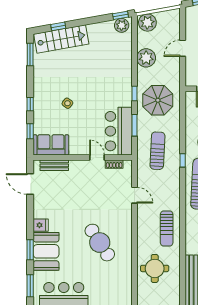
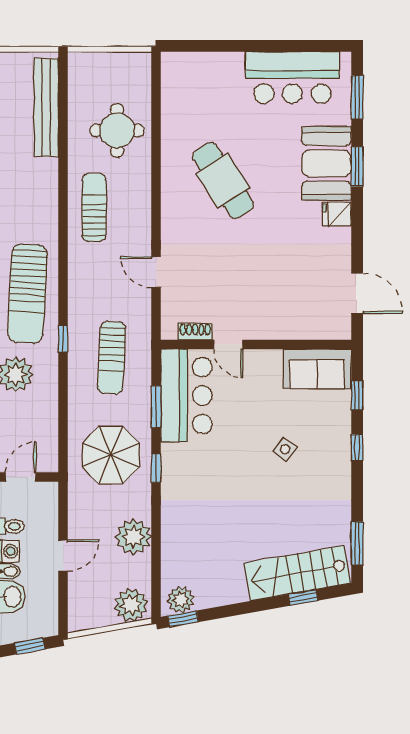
bench: (54, 165) -> (311, 330), removed

